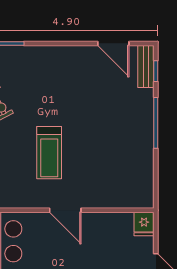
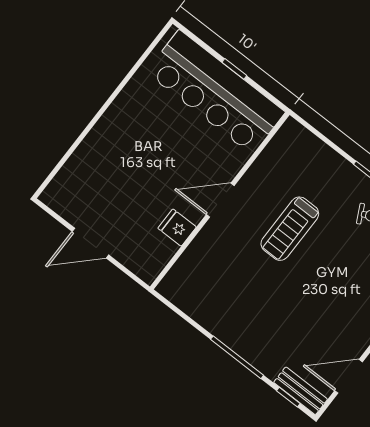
treadmill: (49, 153) -> (290, 229), turned -90
fridge: (144, 224) -> (177, 228), moved

